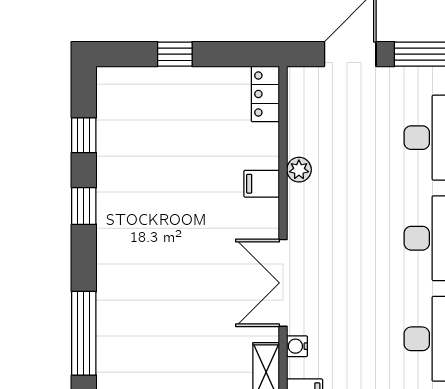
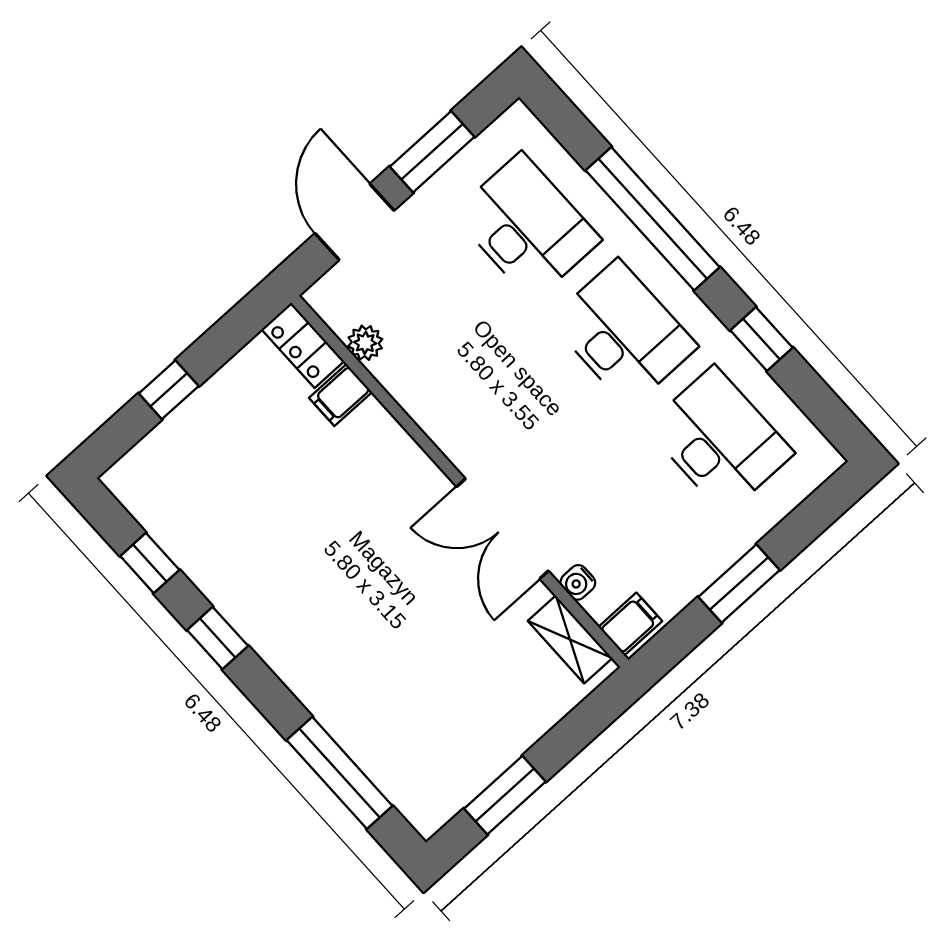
plant: (299, 170) -> (365, 343), moved
filing cabinet: (262, 184) -> (340, 395), moved

